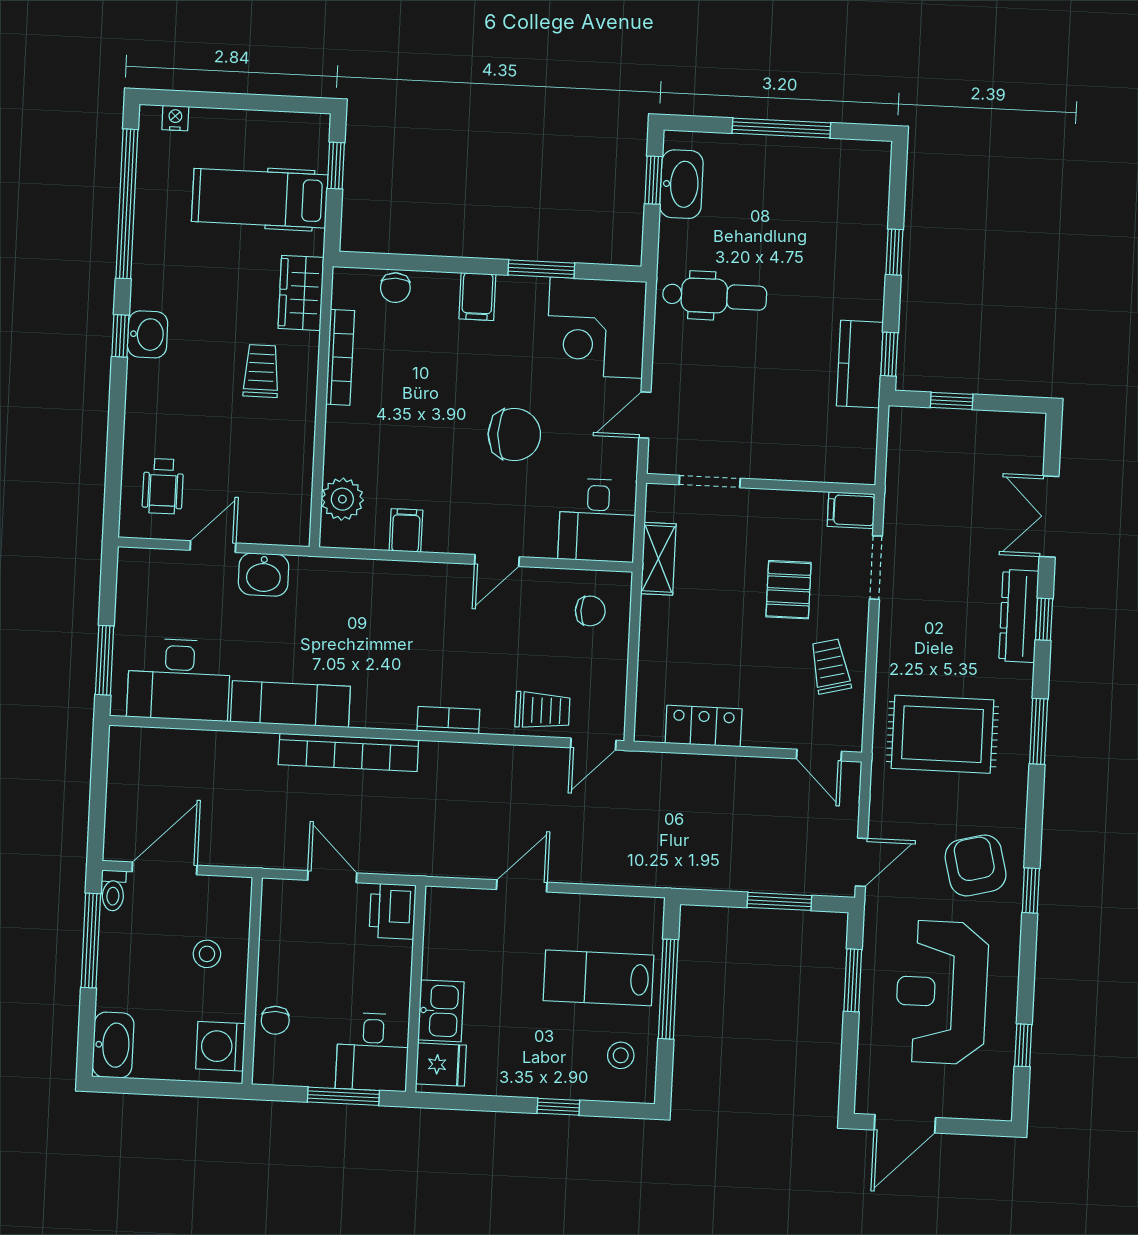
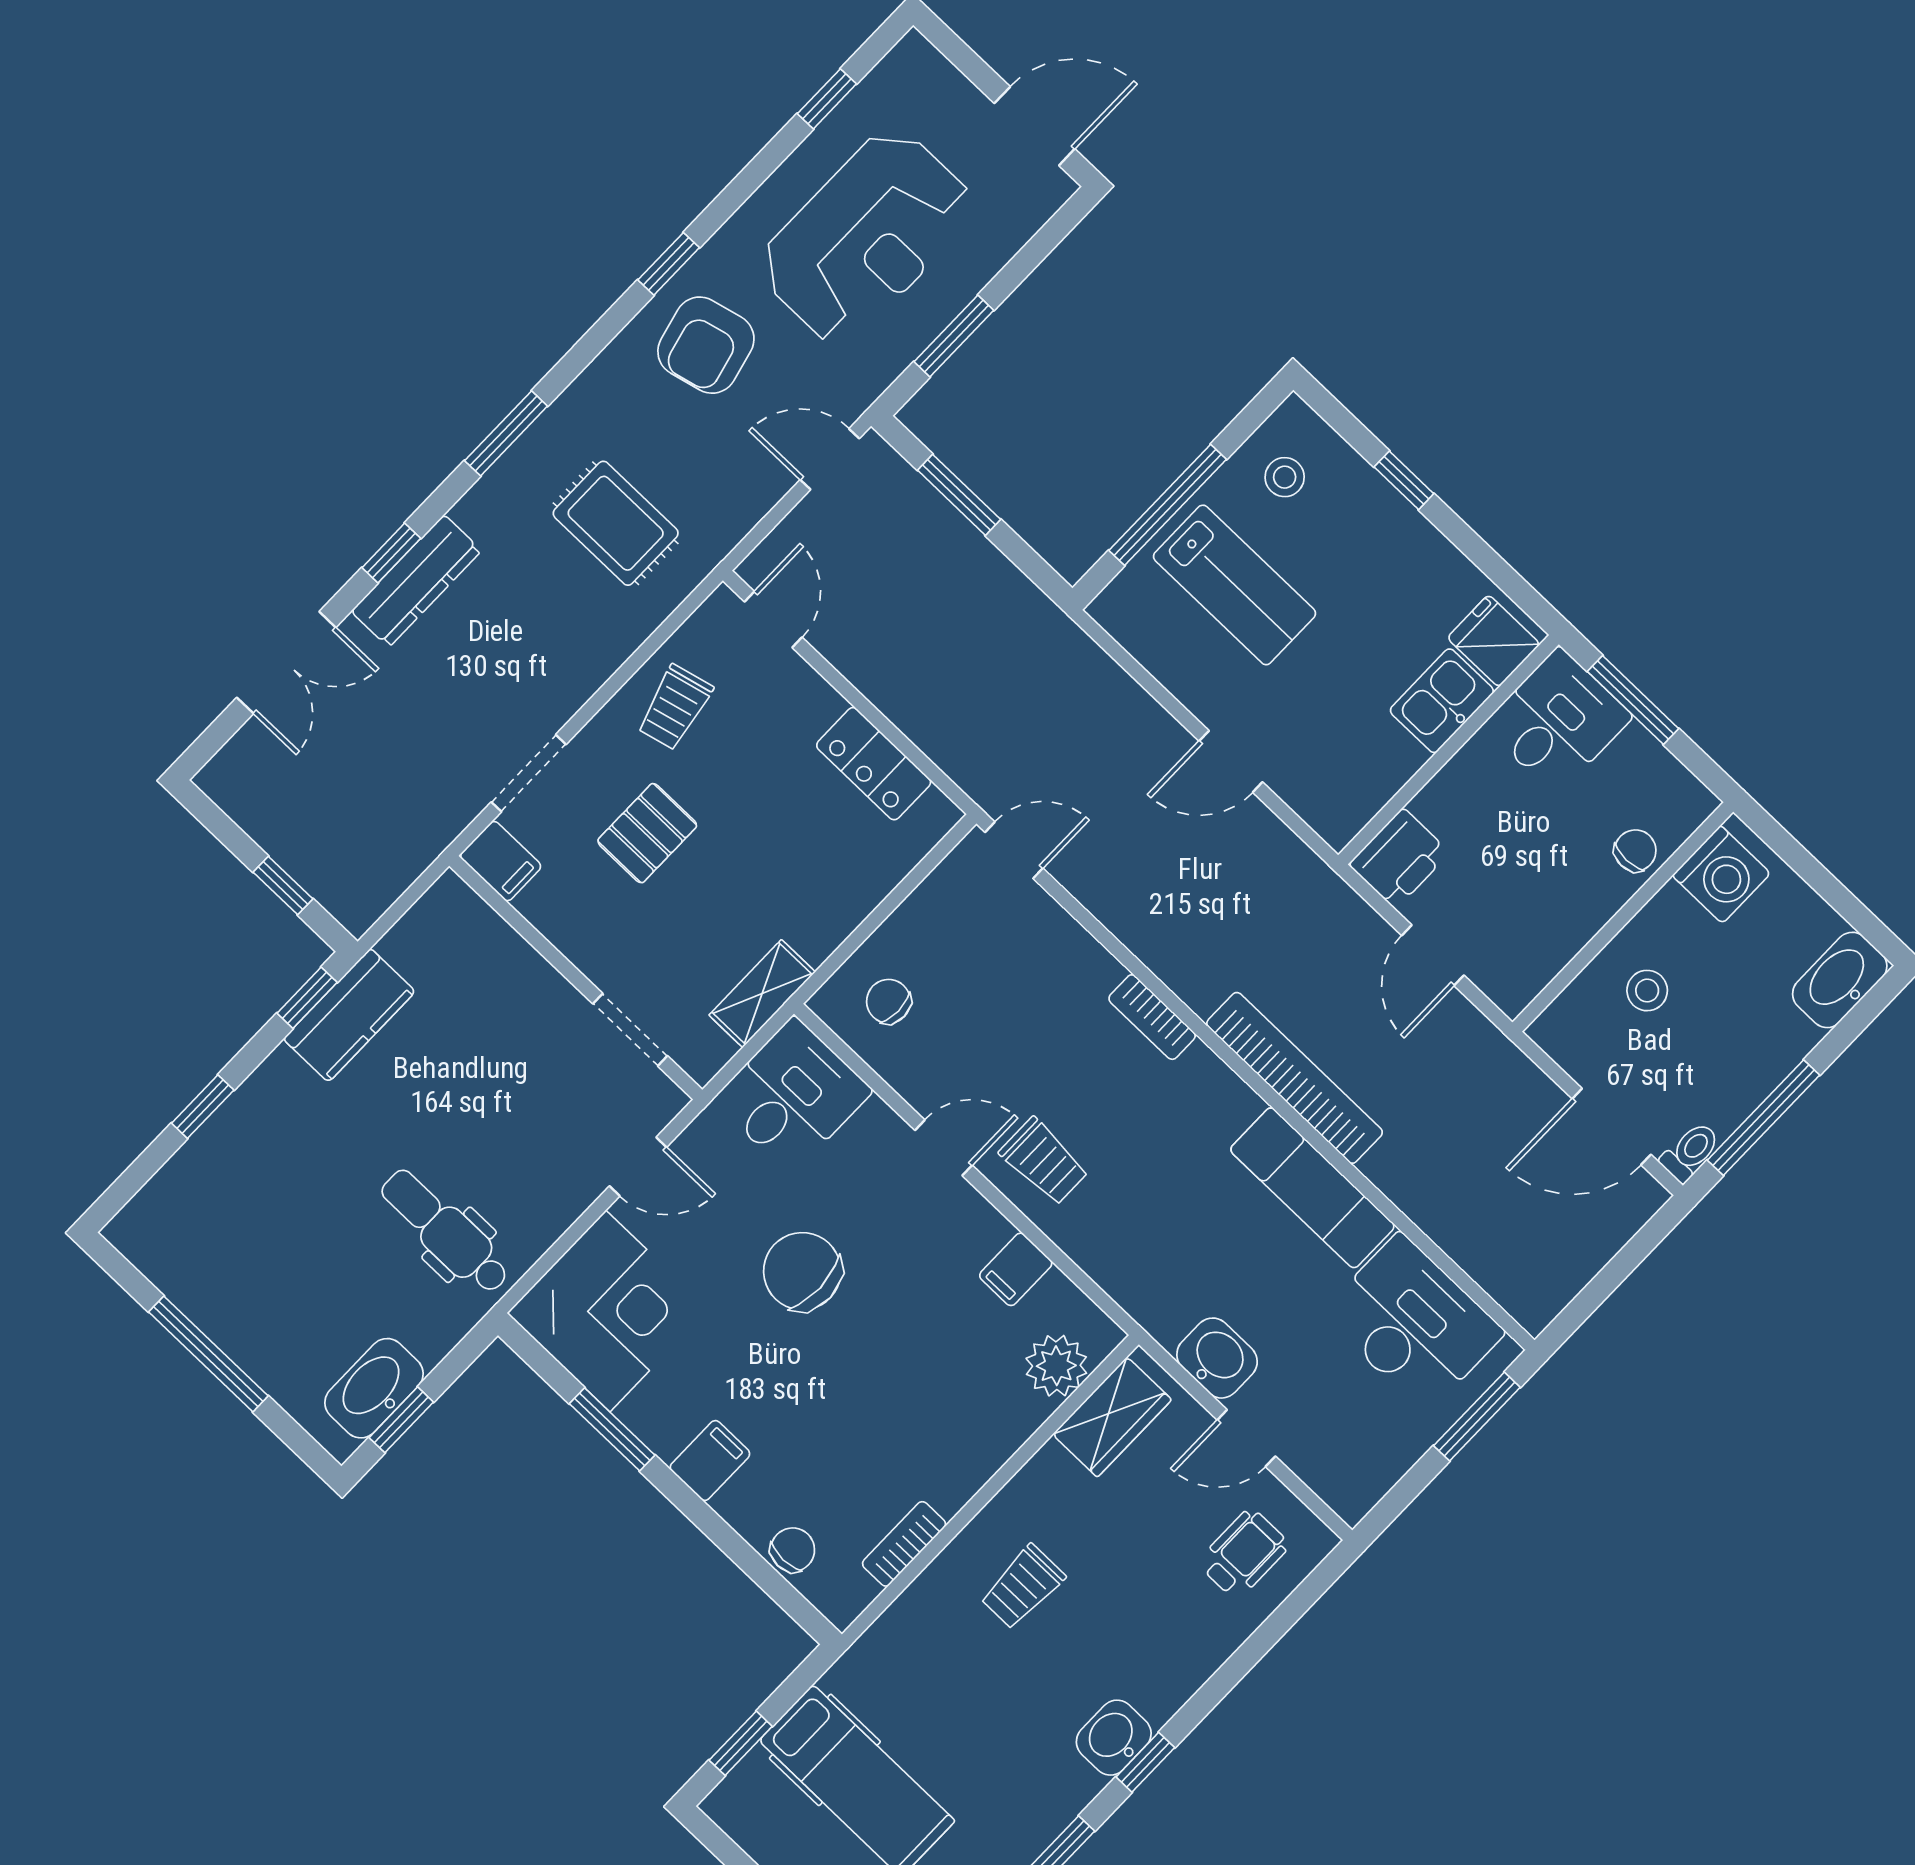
wardrobe: (301, 293) -> (1112, 1417), moved
bookcase: (340, 357) -> (904, 1544), width x0.64
trolley: (542, 710) -> (1044, 1161), moved, turned 180
rug: (943, 734) -> (616, 523), width x0.73, depth x0.70

